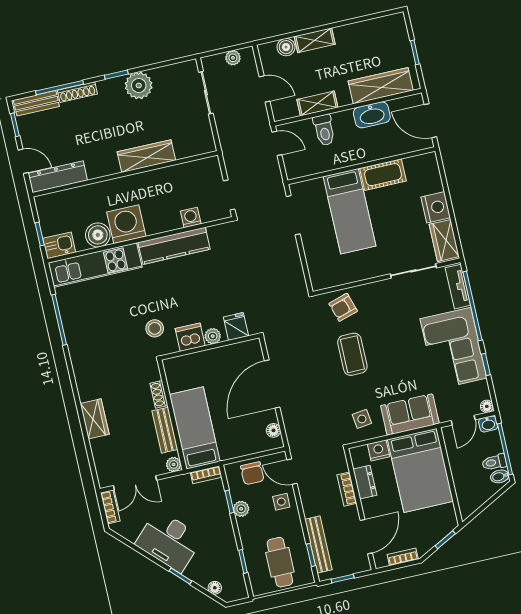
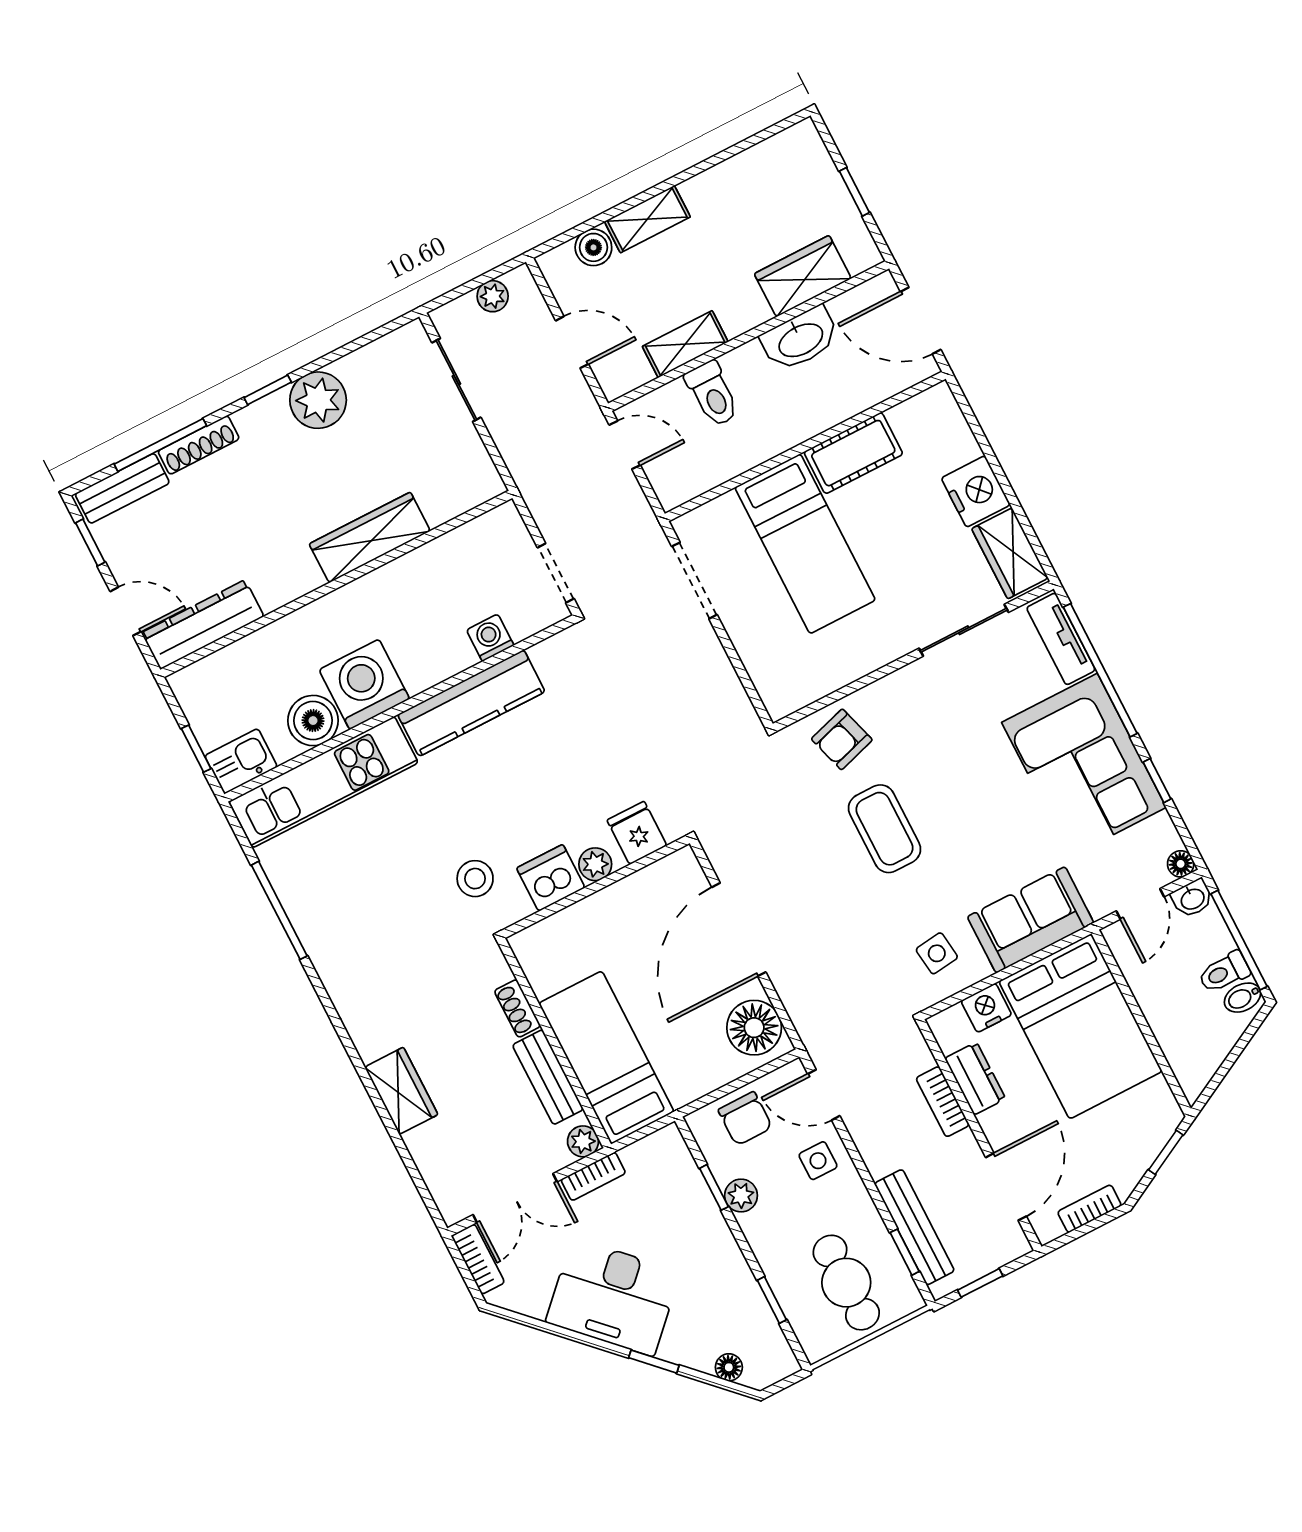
wardrobe: (381, 86) -> (803, 276), width x0.67
floor lamp: (273, 430) -> (754, 1028), width x1.89, depth x1.89
bookcase: (206, 475) -> (593, 1176), moved

